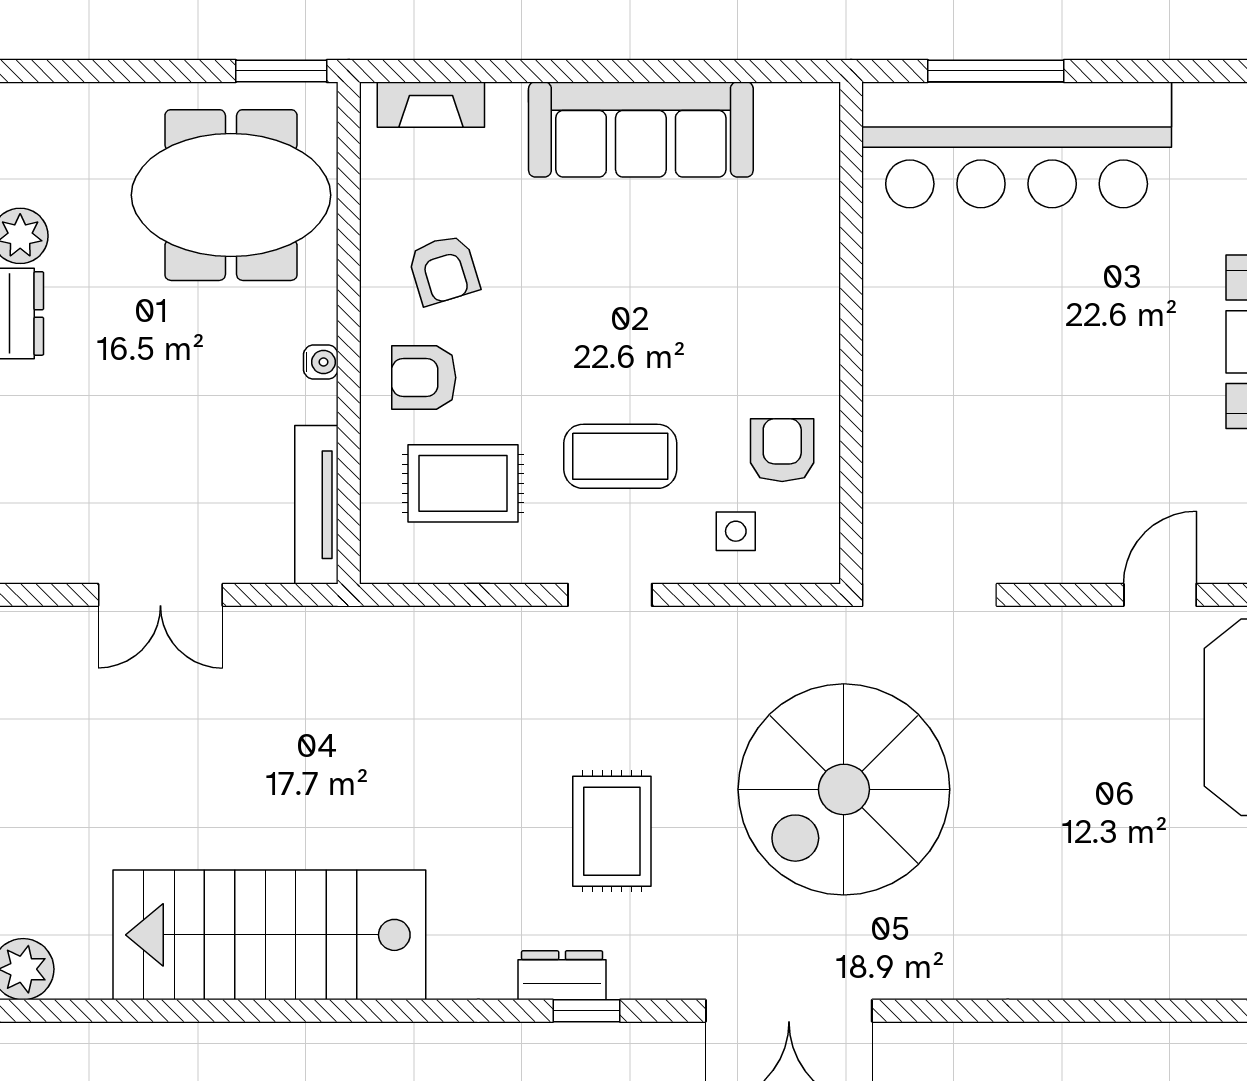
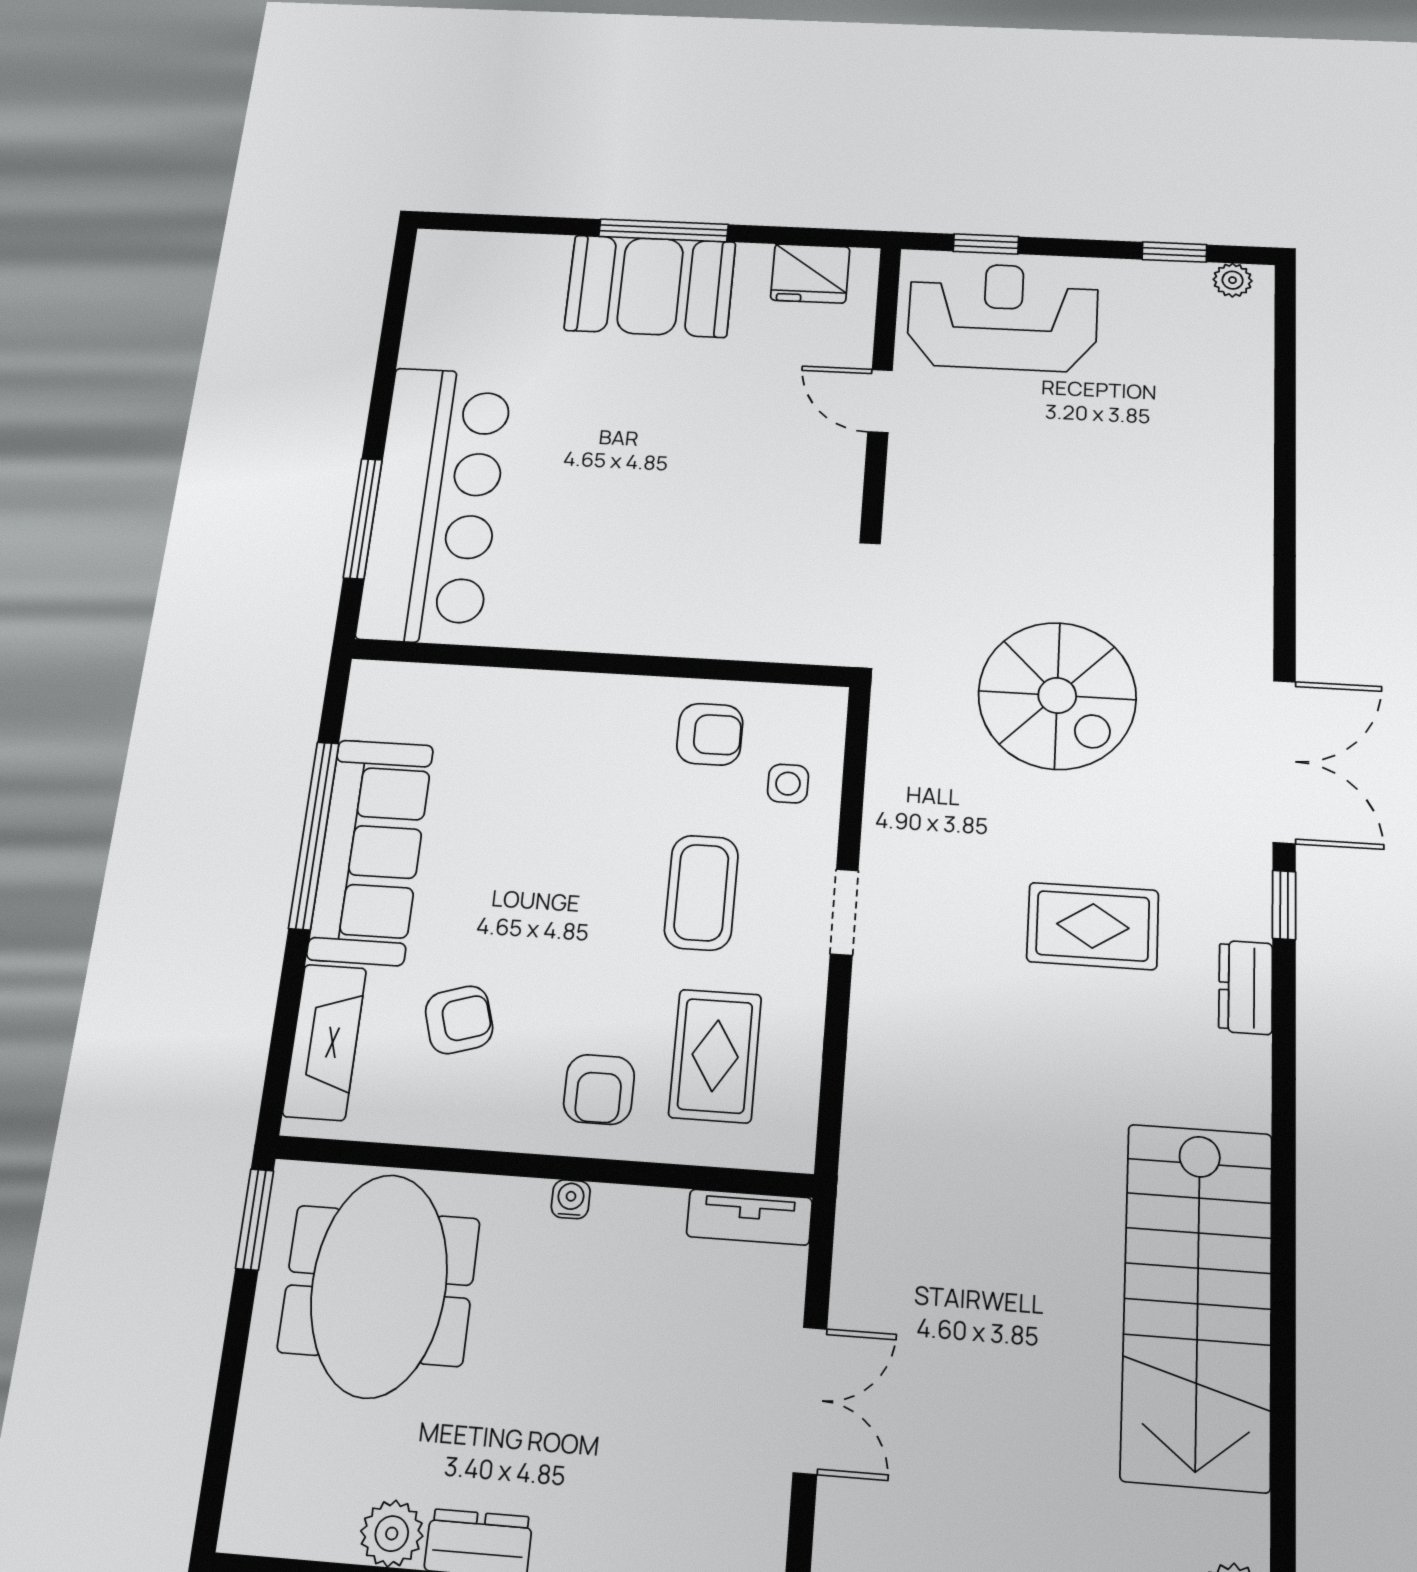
window: (654, 71) -> (314, 835), added
fireplace: (431, 105) -> (325, 1042), width x1.37, depth x1.32
armchair: (444, 270) -> (459, 1020), moved
armchair: (782, 450) -> (710, 734), turned 180
tv unit: (316, 505) -> (749, 1217), width x0.71
spiral stairs: (844, 789) -> (1057, 695), width x0.73, depth x0.73
window: (586, 1011) -> (1284, 905), moved

